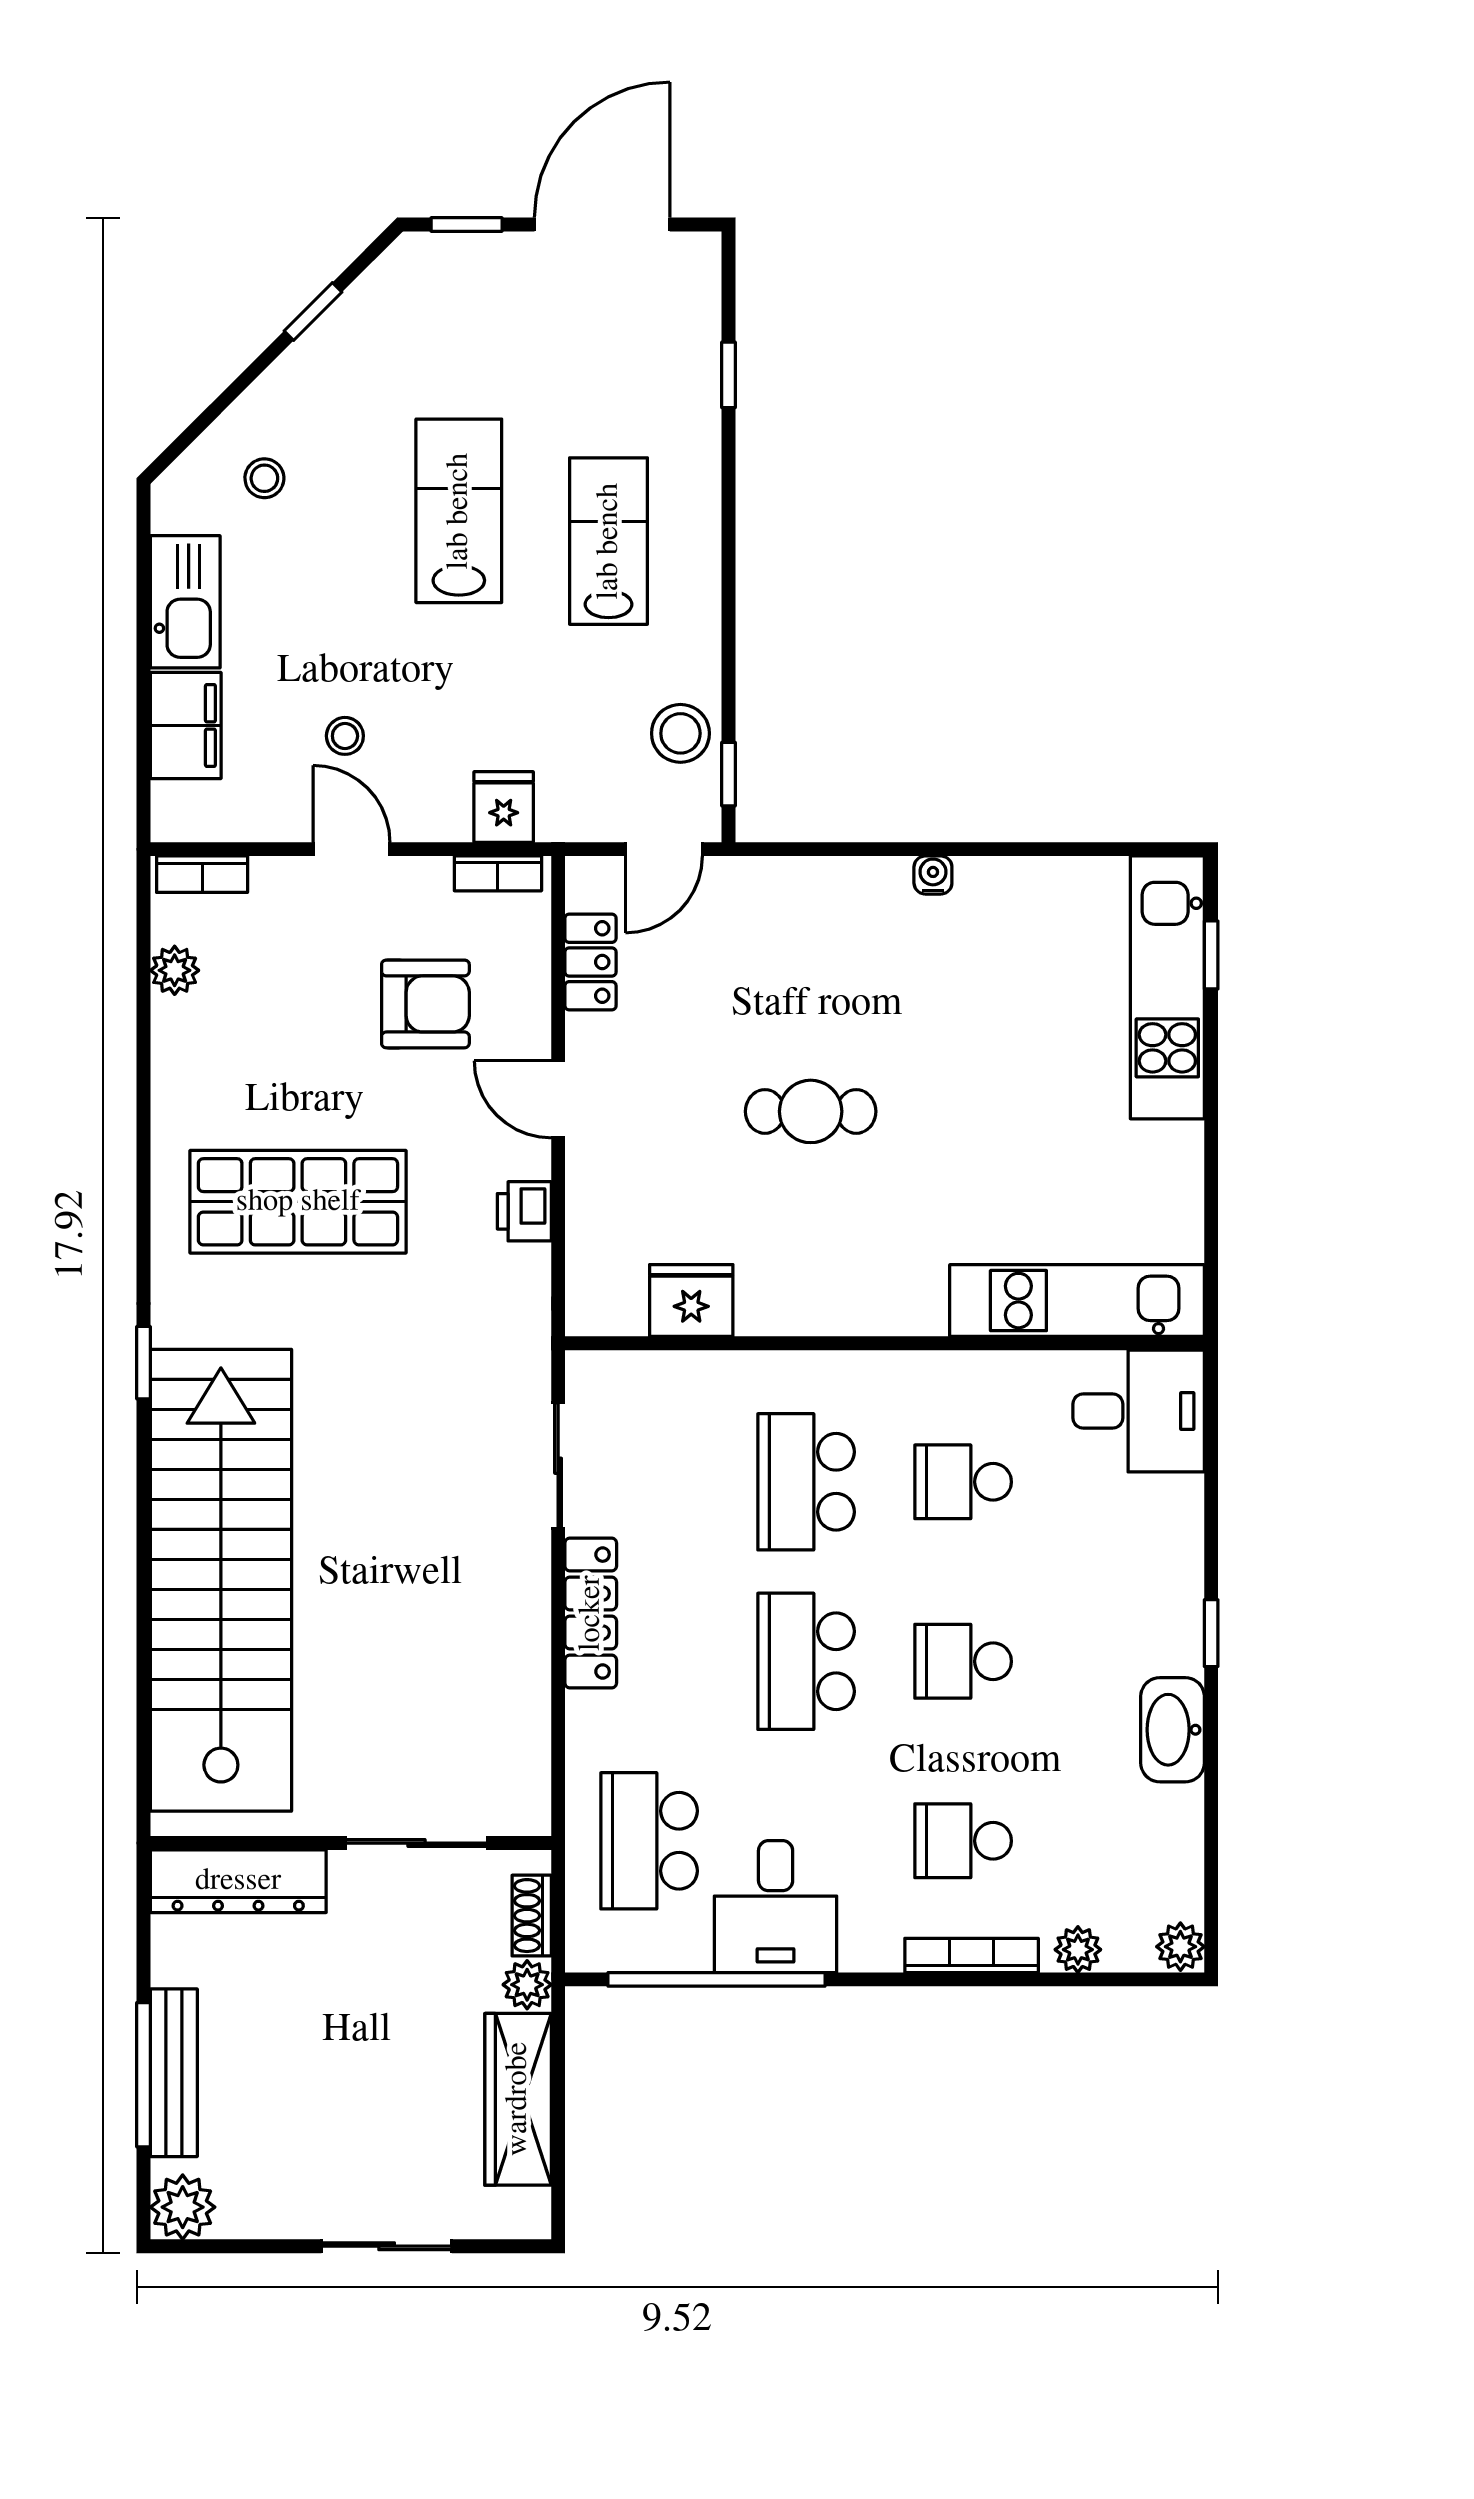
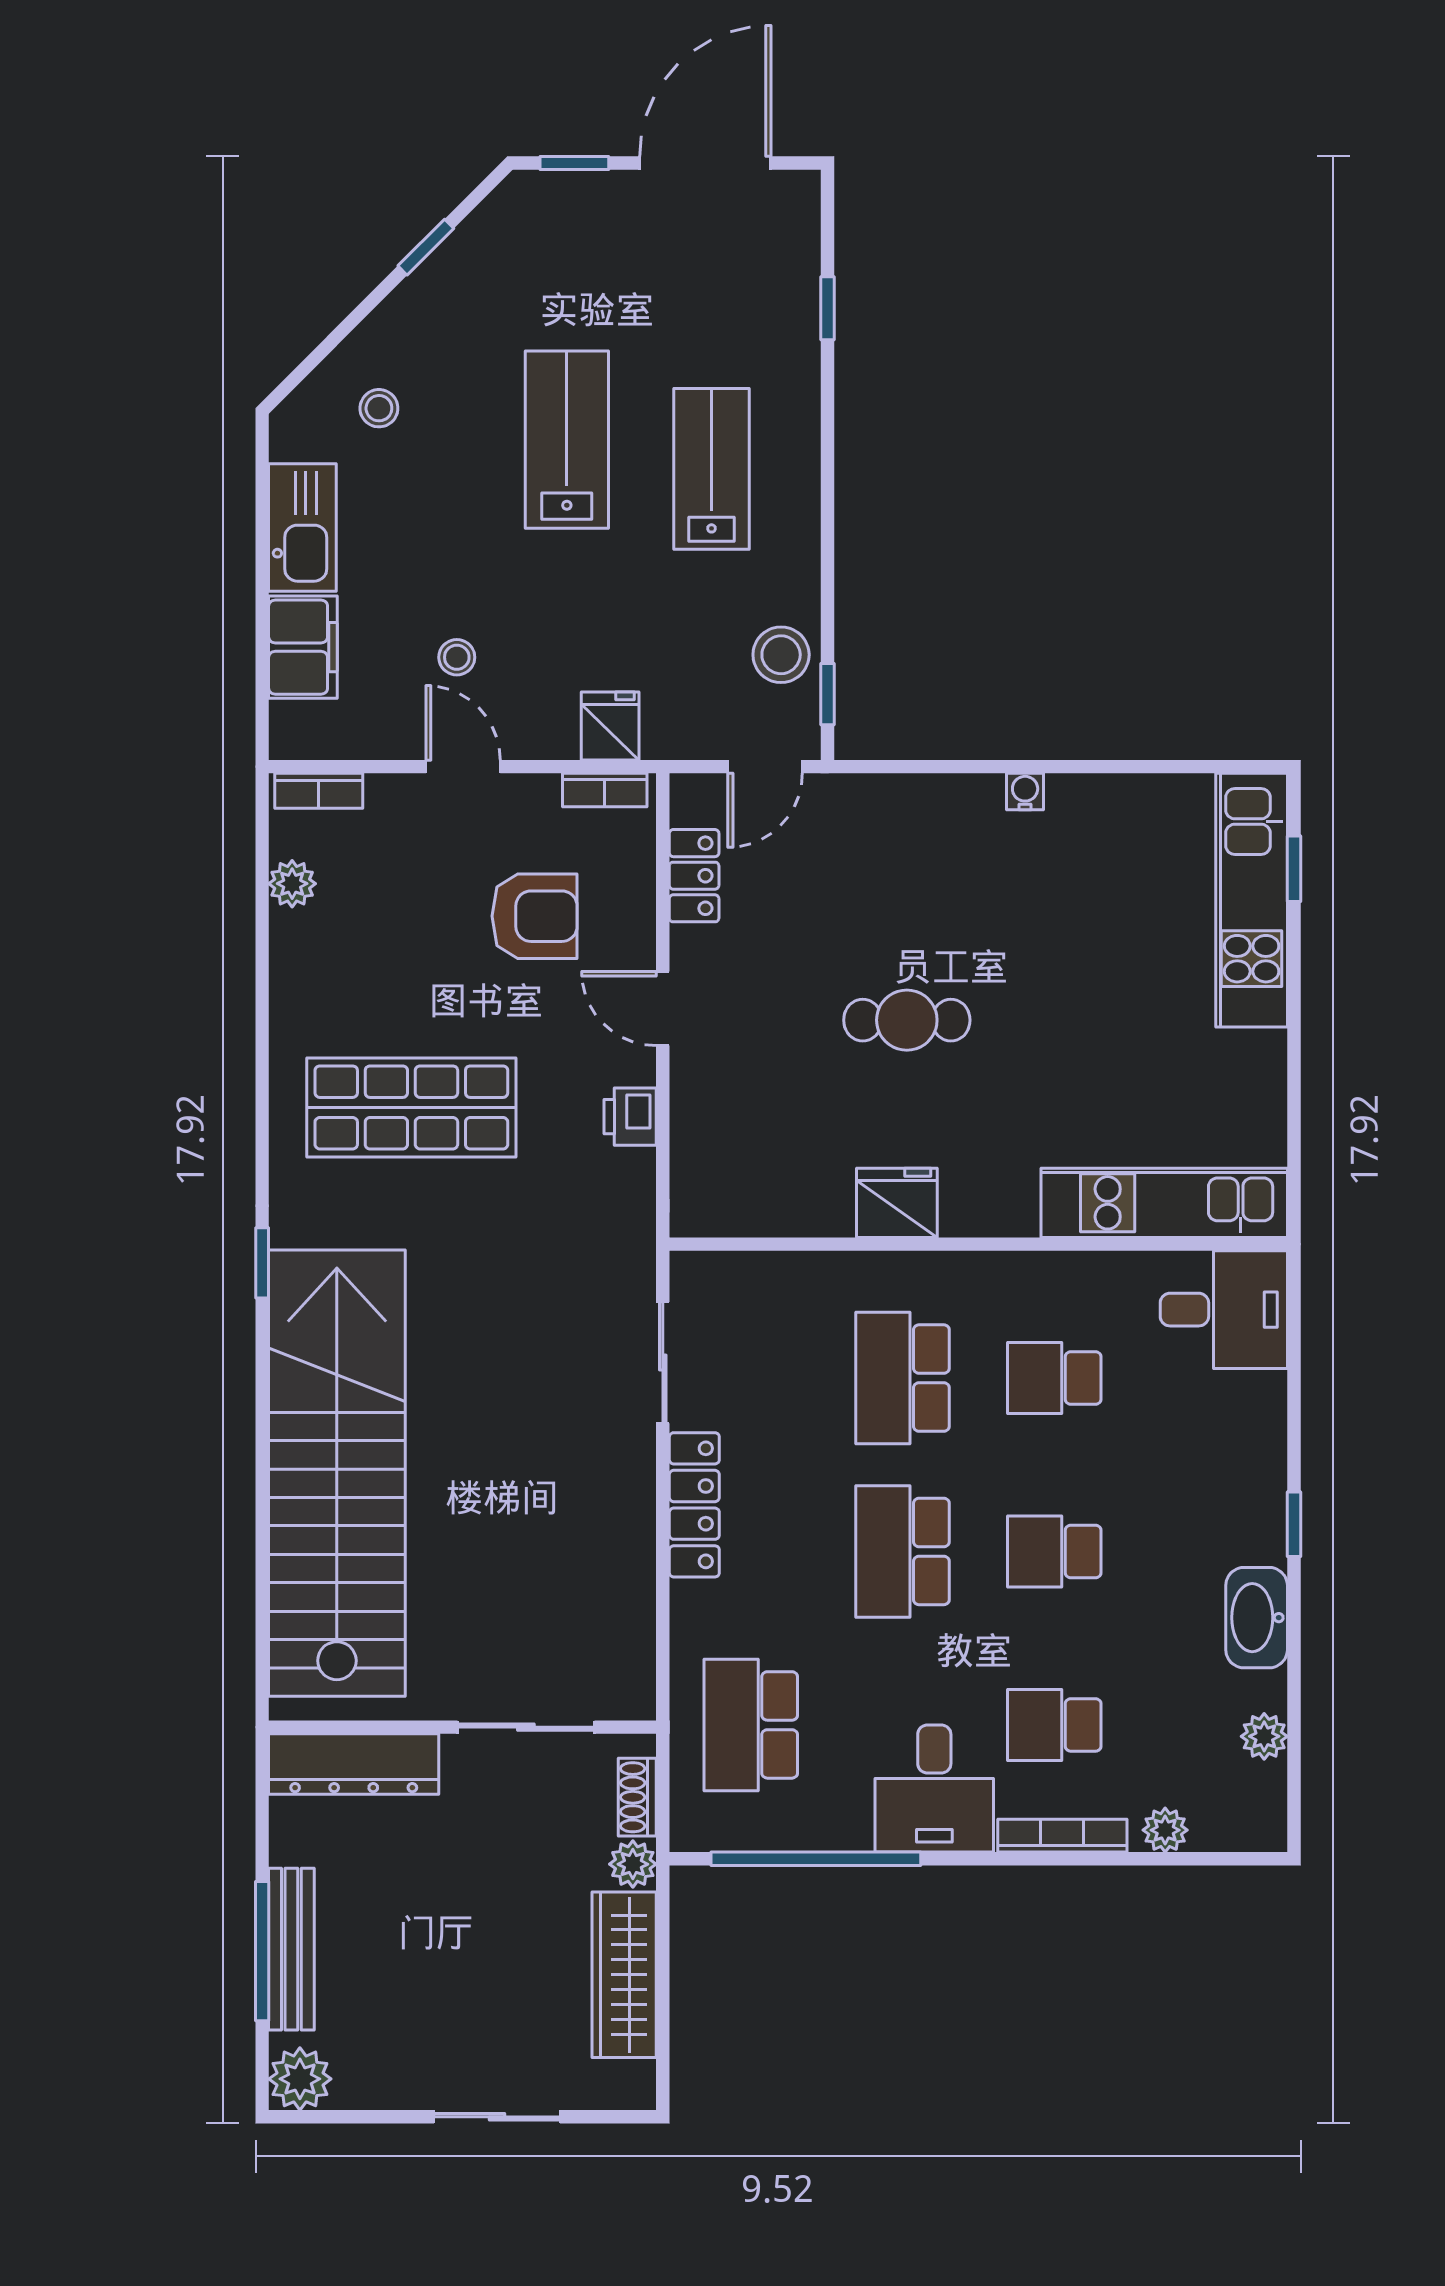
fridge: (691, 1301) -> (897, 1203), moved
desk: (776, 1907) -> (934, 1789), moved
plant: (1180, 1947) -> (1264, 1736), moved

